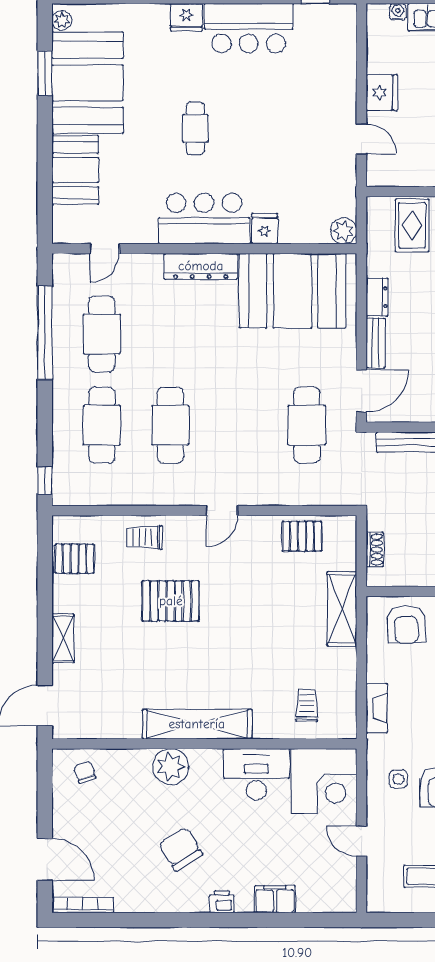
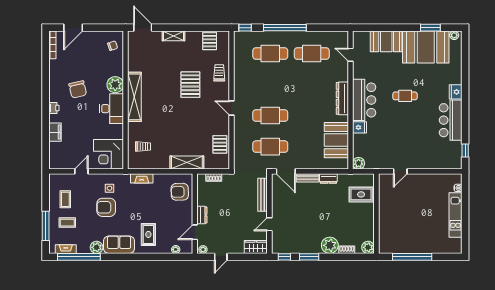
fridge: (382, 93) -> (421, 181), removed
booth: (292, 291) -> (336, 140), width x0.73, depth x0.70
window: (45, 333) -> (285, 28), moved
cafe table: (170, 425) -> (270, 116), moved
desk: (256, 774) -> (112, 109), moved
chair: (181, 849) -> (78, 89), turned 108

